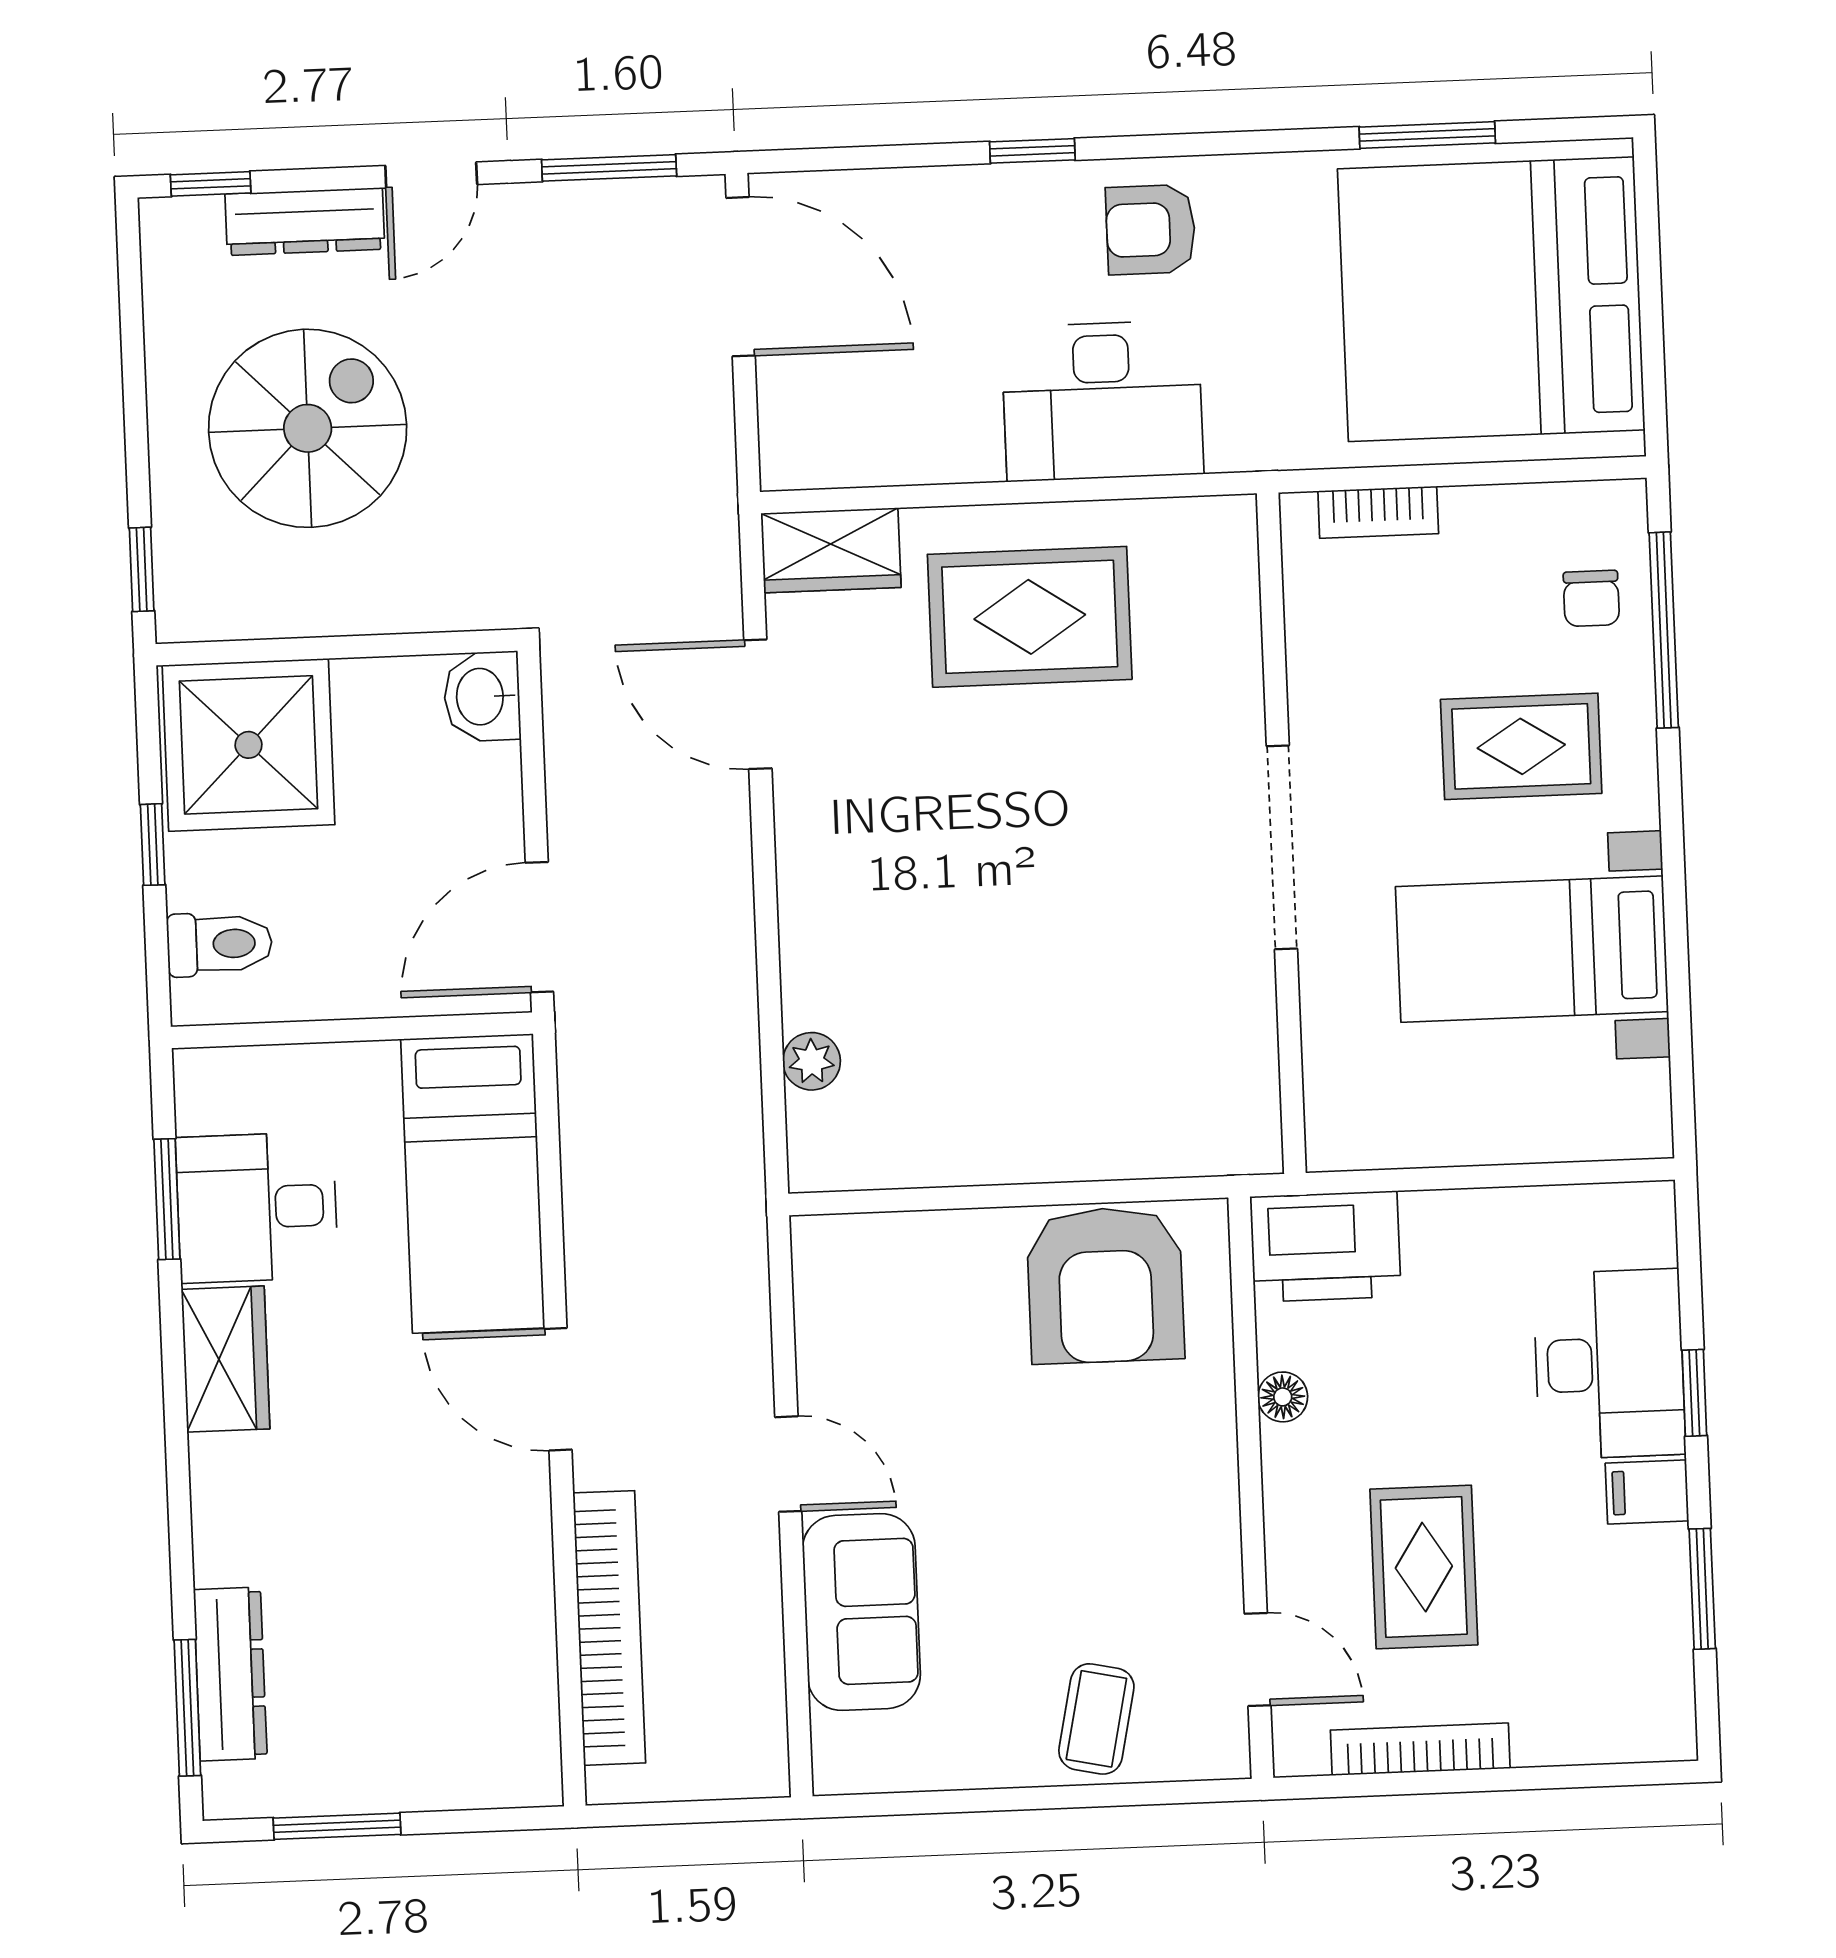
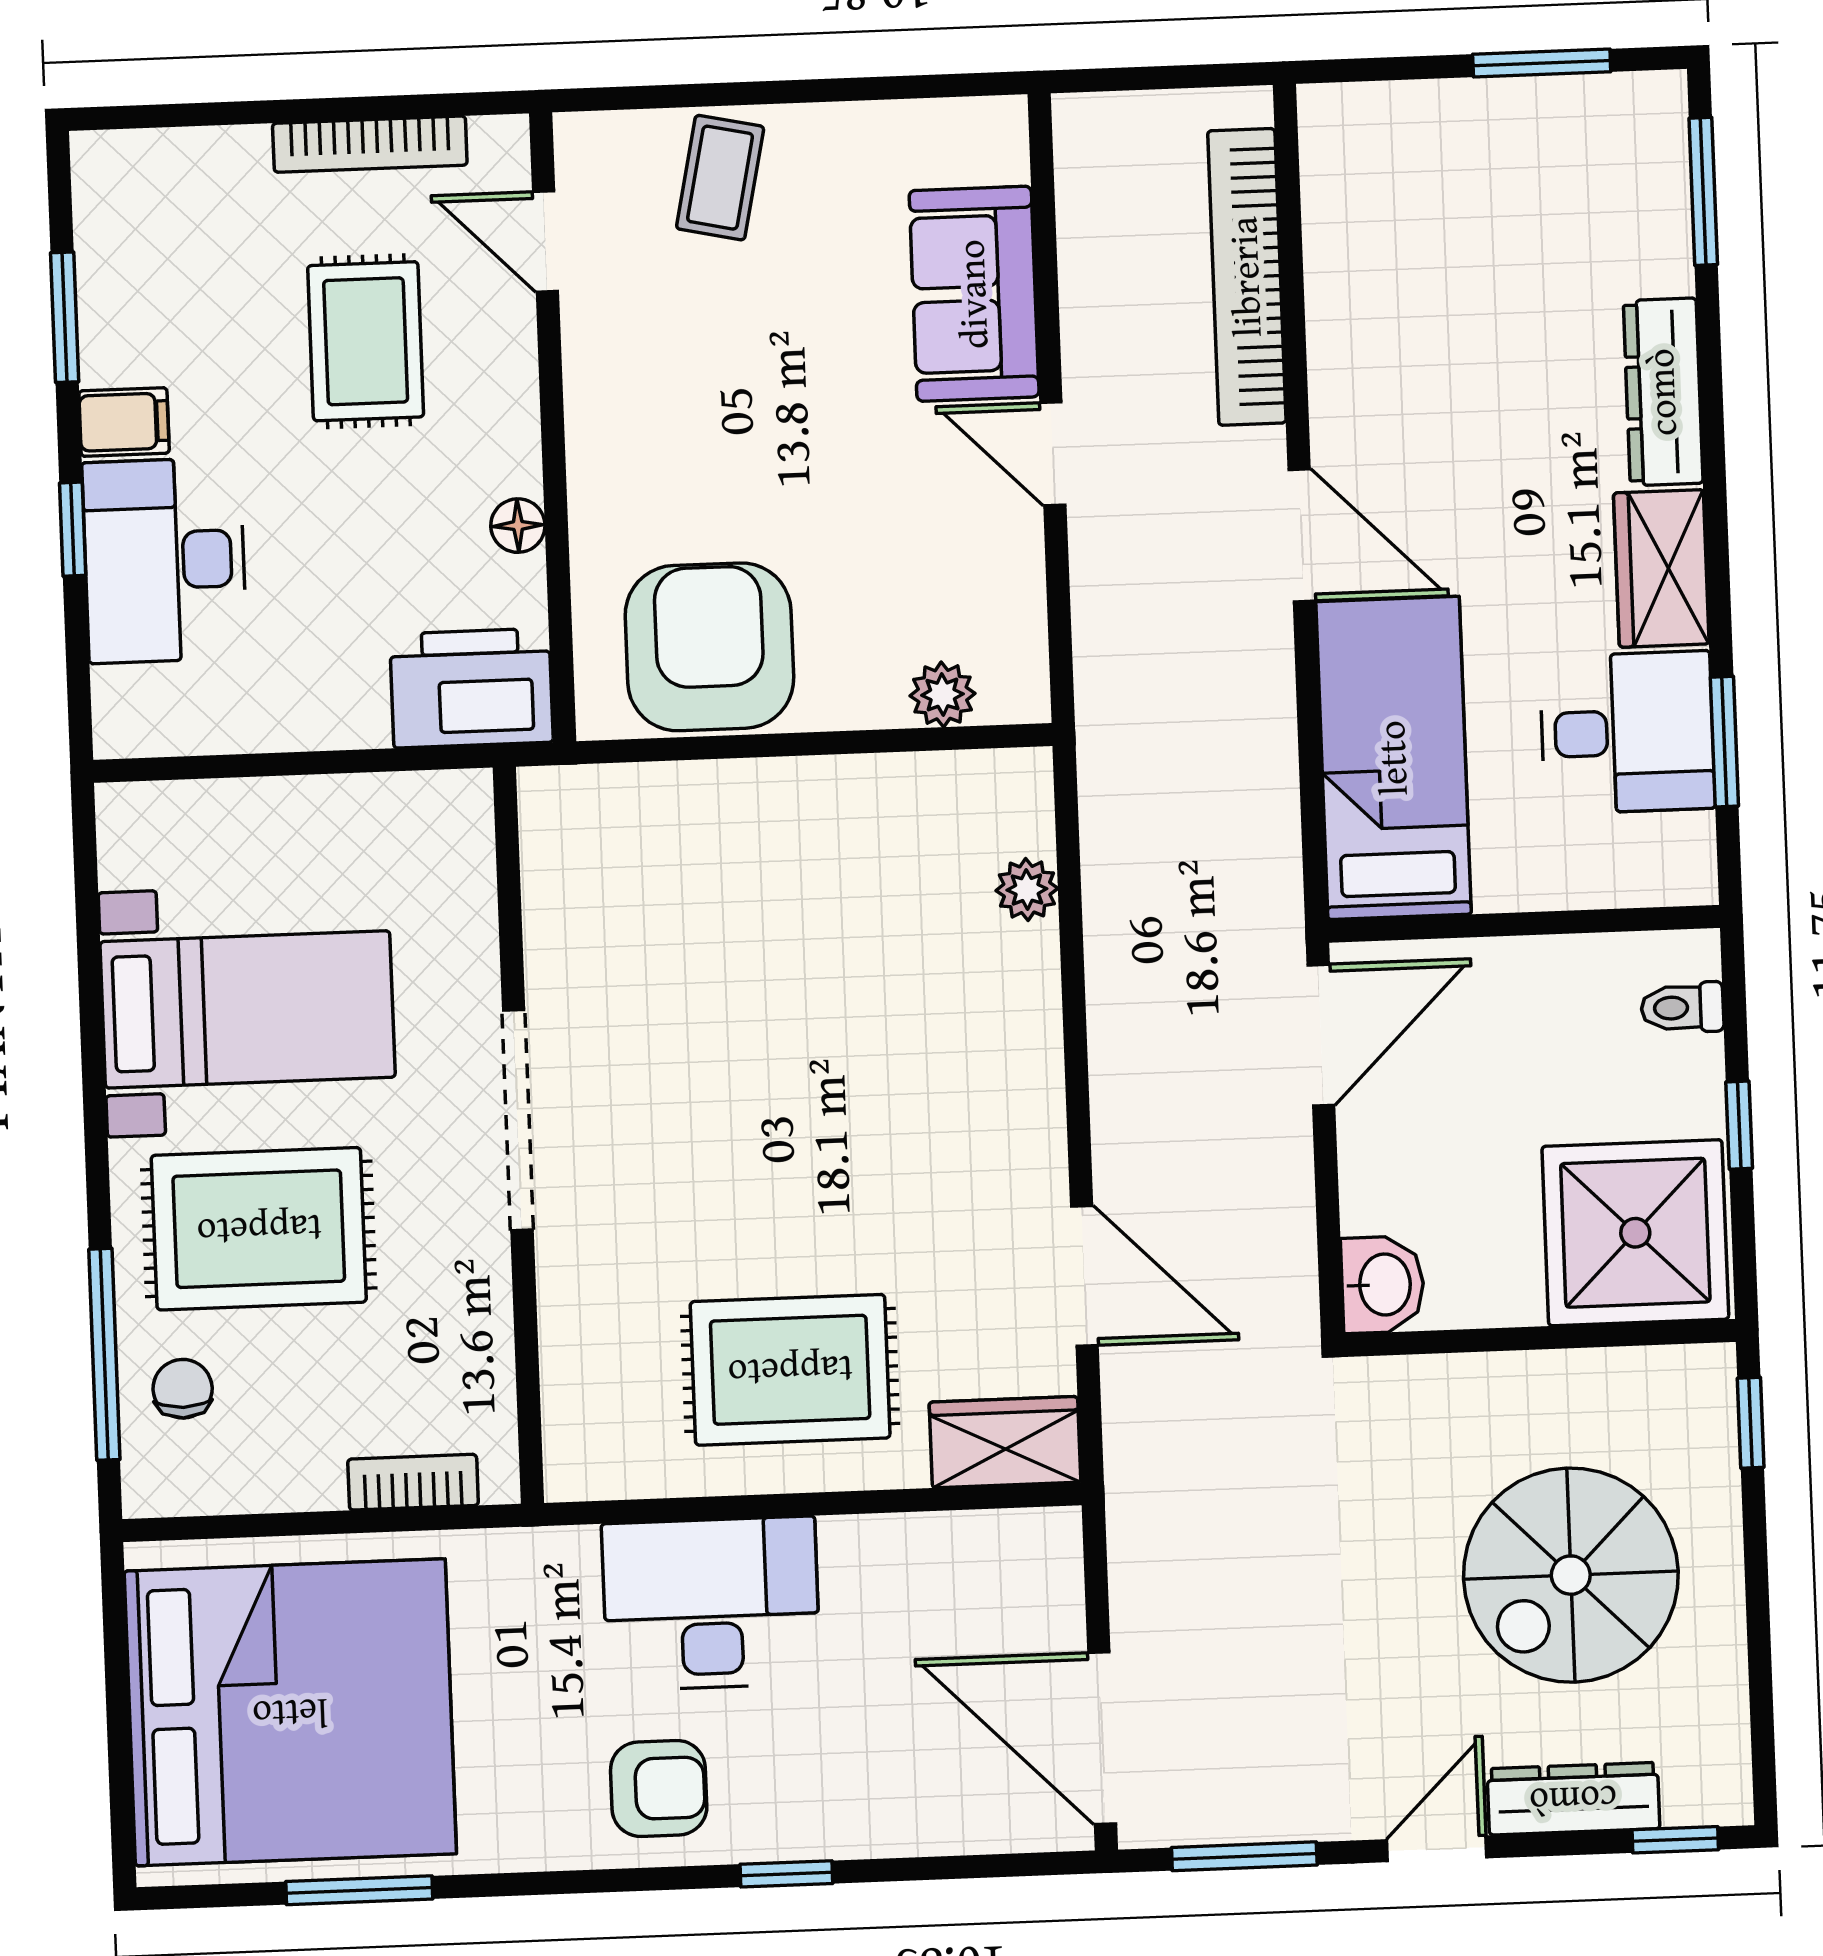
rug: (1521, 746) -> (259, 1229), width x1.36, depth x1.43
toilet: (220, 944) -> (1682, 1008), width x0.73, depth x0.72
plant: (890, 1241) -> (942, 695), added
dresser: (230, 1674) -> (1663, 392), moved

